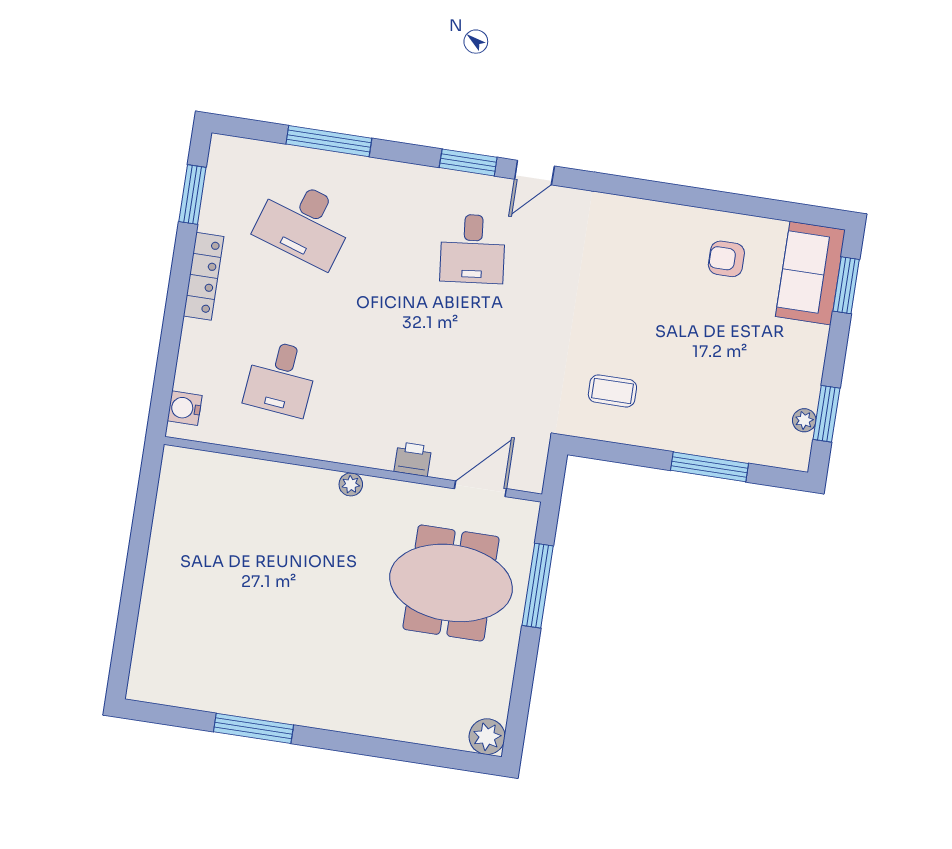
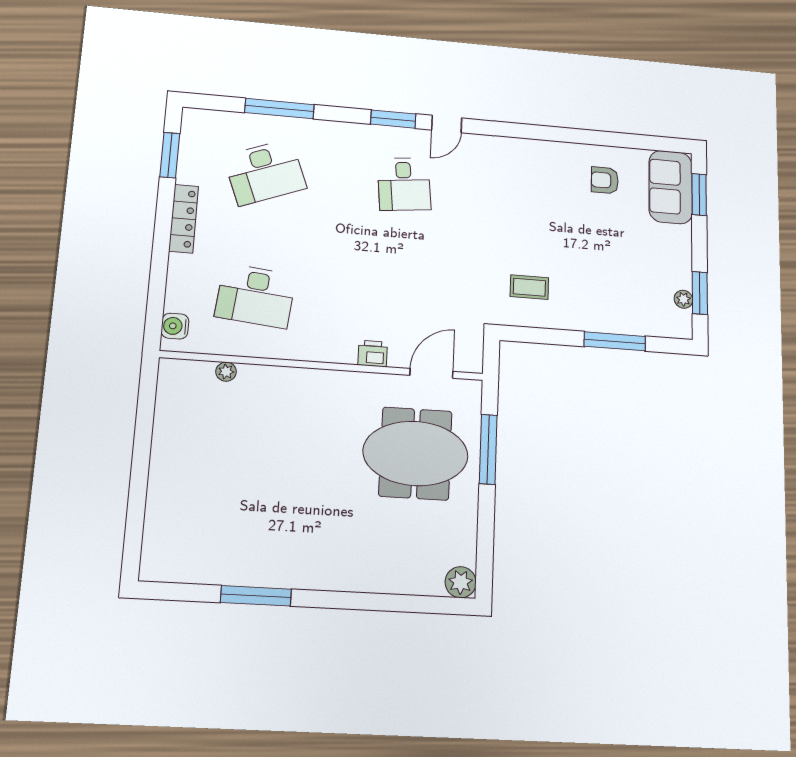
desk: (305, 223) -> (265, 172), turned -39
desk: (281, 378) -> (256, 296), width x1.37
plant: (351, 484) -> (226, 372), moved

